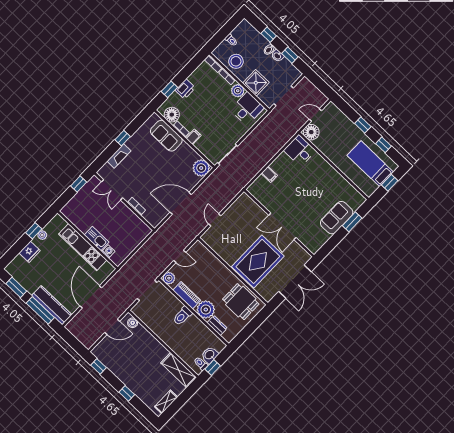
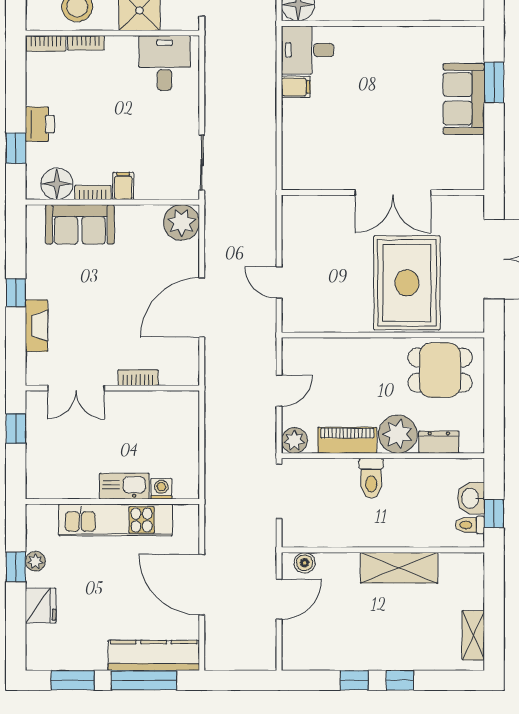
plant: (238, 91) -> (123, 49), removed
filing cabinet: (269, 174) -> (296, 87), moved
window: (99, 366) -> (354, 680), moved
shelving: (179, 370) -> (399, 568), moved

